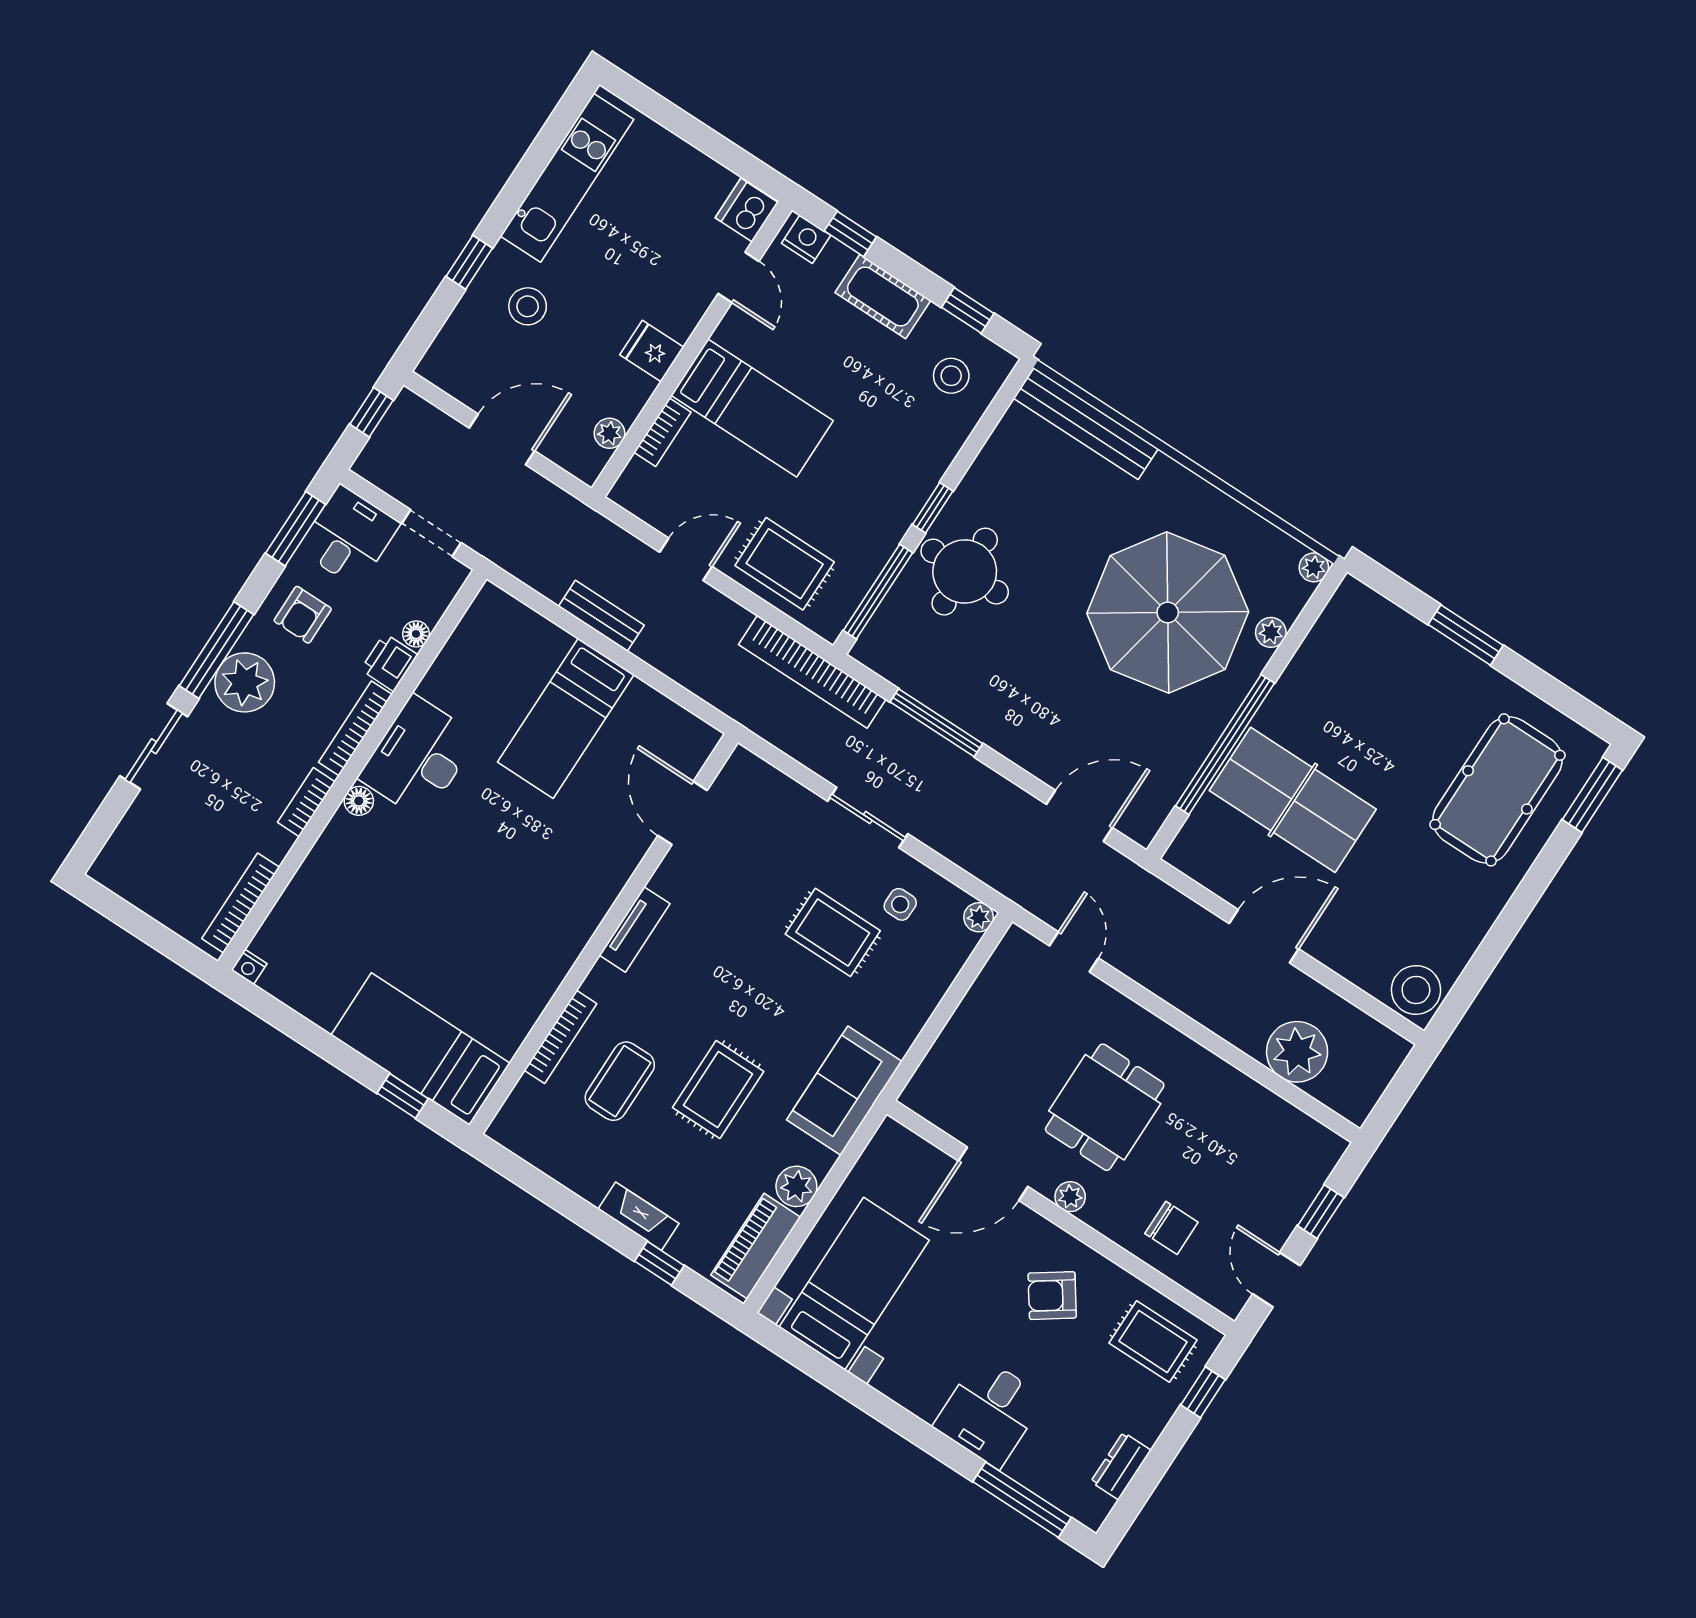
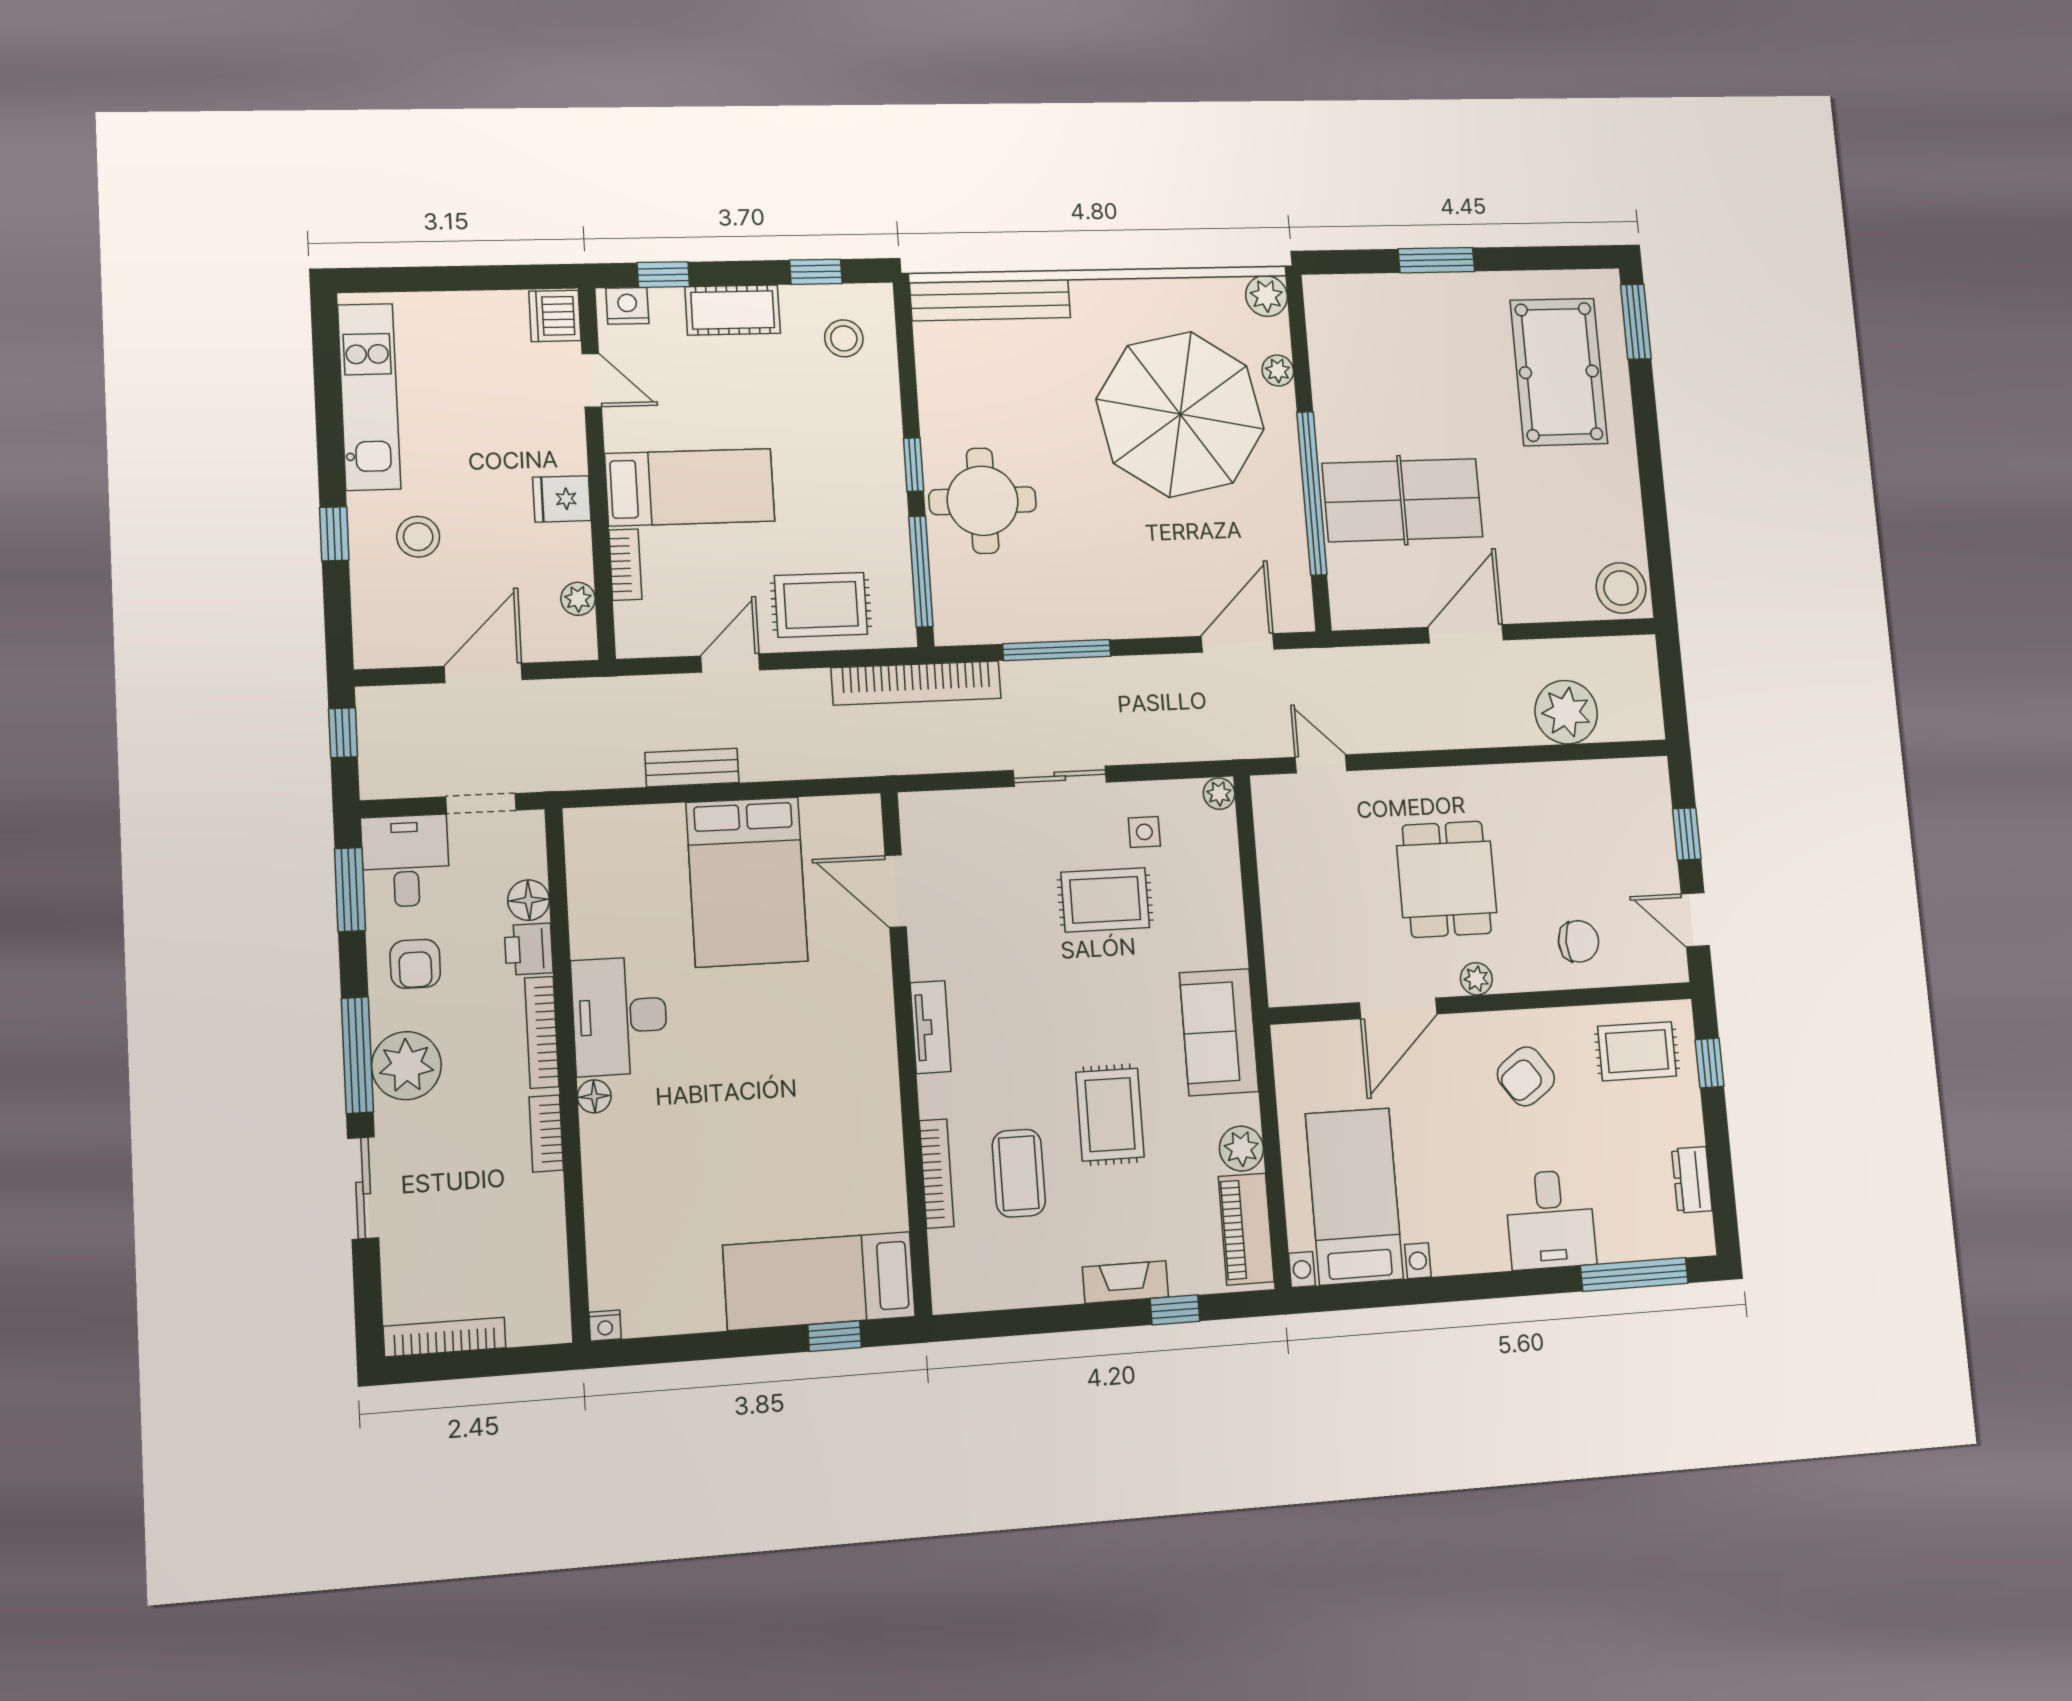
plant: (1314, 567) -> (1266, 296), width x1.38, depth x1.38
floor lamp: (416, 634) -> (529, 900), width x1.37, depth x1.37
bed: (566, 718) -> (747, 882), width x1.50
bookcase: (241, 903) -> (445, 1337), moved, turned 90

